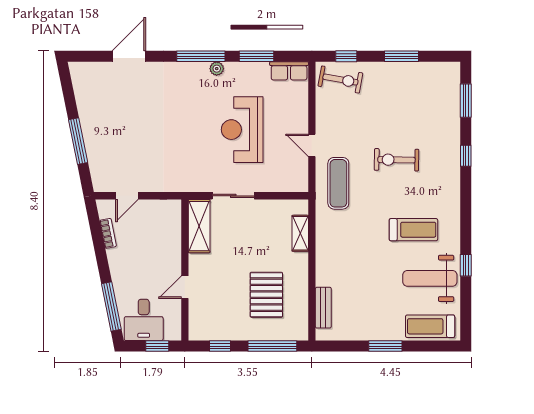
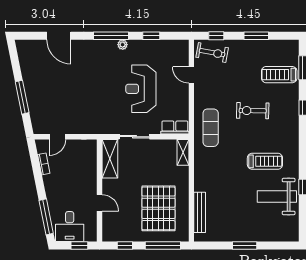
door: (129, 56) -> (59, 36), swing flipped
window: (256, 56) -> (151, 36), width x0.67
row of seats: (289, 71) -> (175, 127), moved, turned 180
door: (312, 145) -> (191, 75), moved
shelving: (300, 233) -> (183, 152), moved
door: (185, 287) -> (99, 203), swing flipped
pallet: (266, 295) -> (158, 208), width x1.37, depth x1.41
bench: (323, 308) -> (200, 212), width x1.36
treadmill: (430, 326) -> (279, 75), moved

